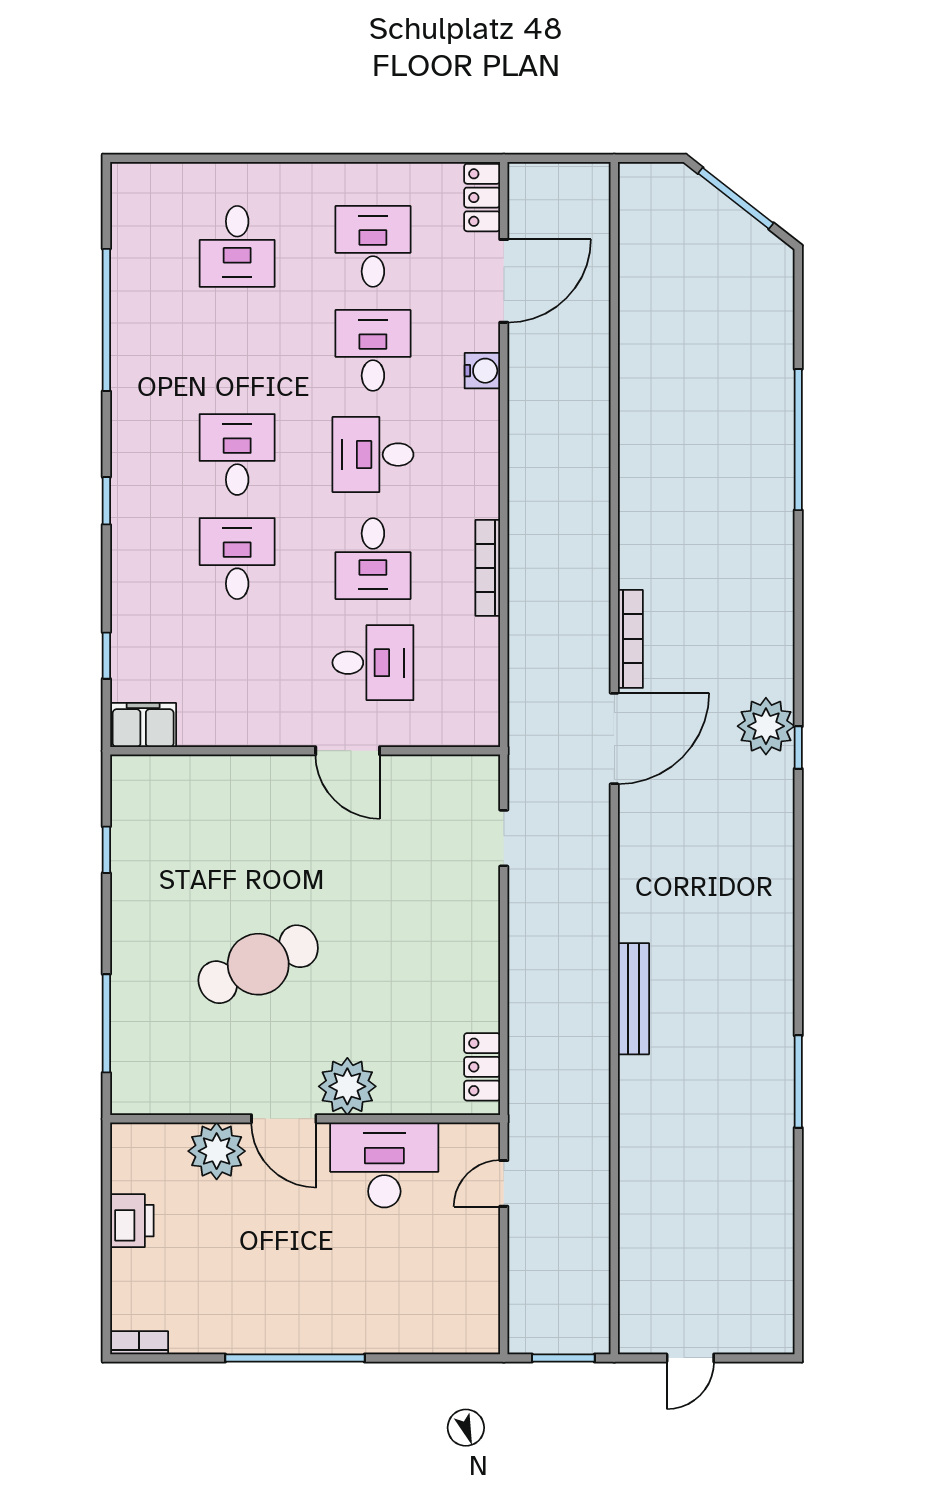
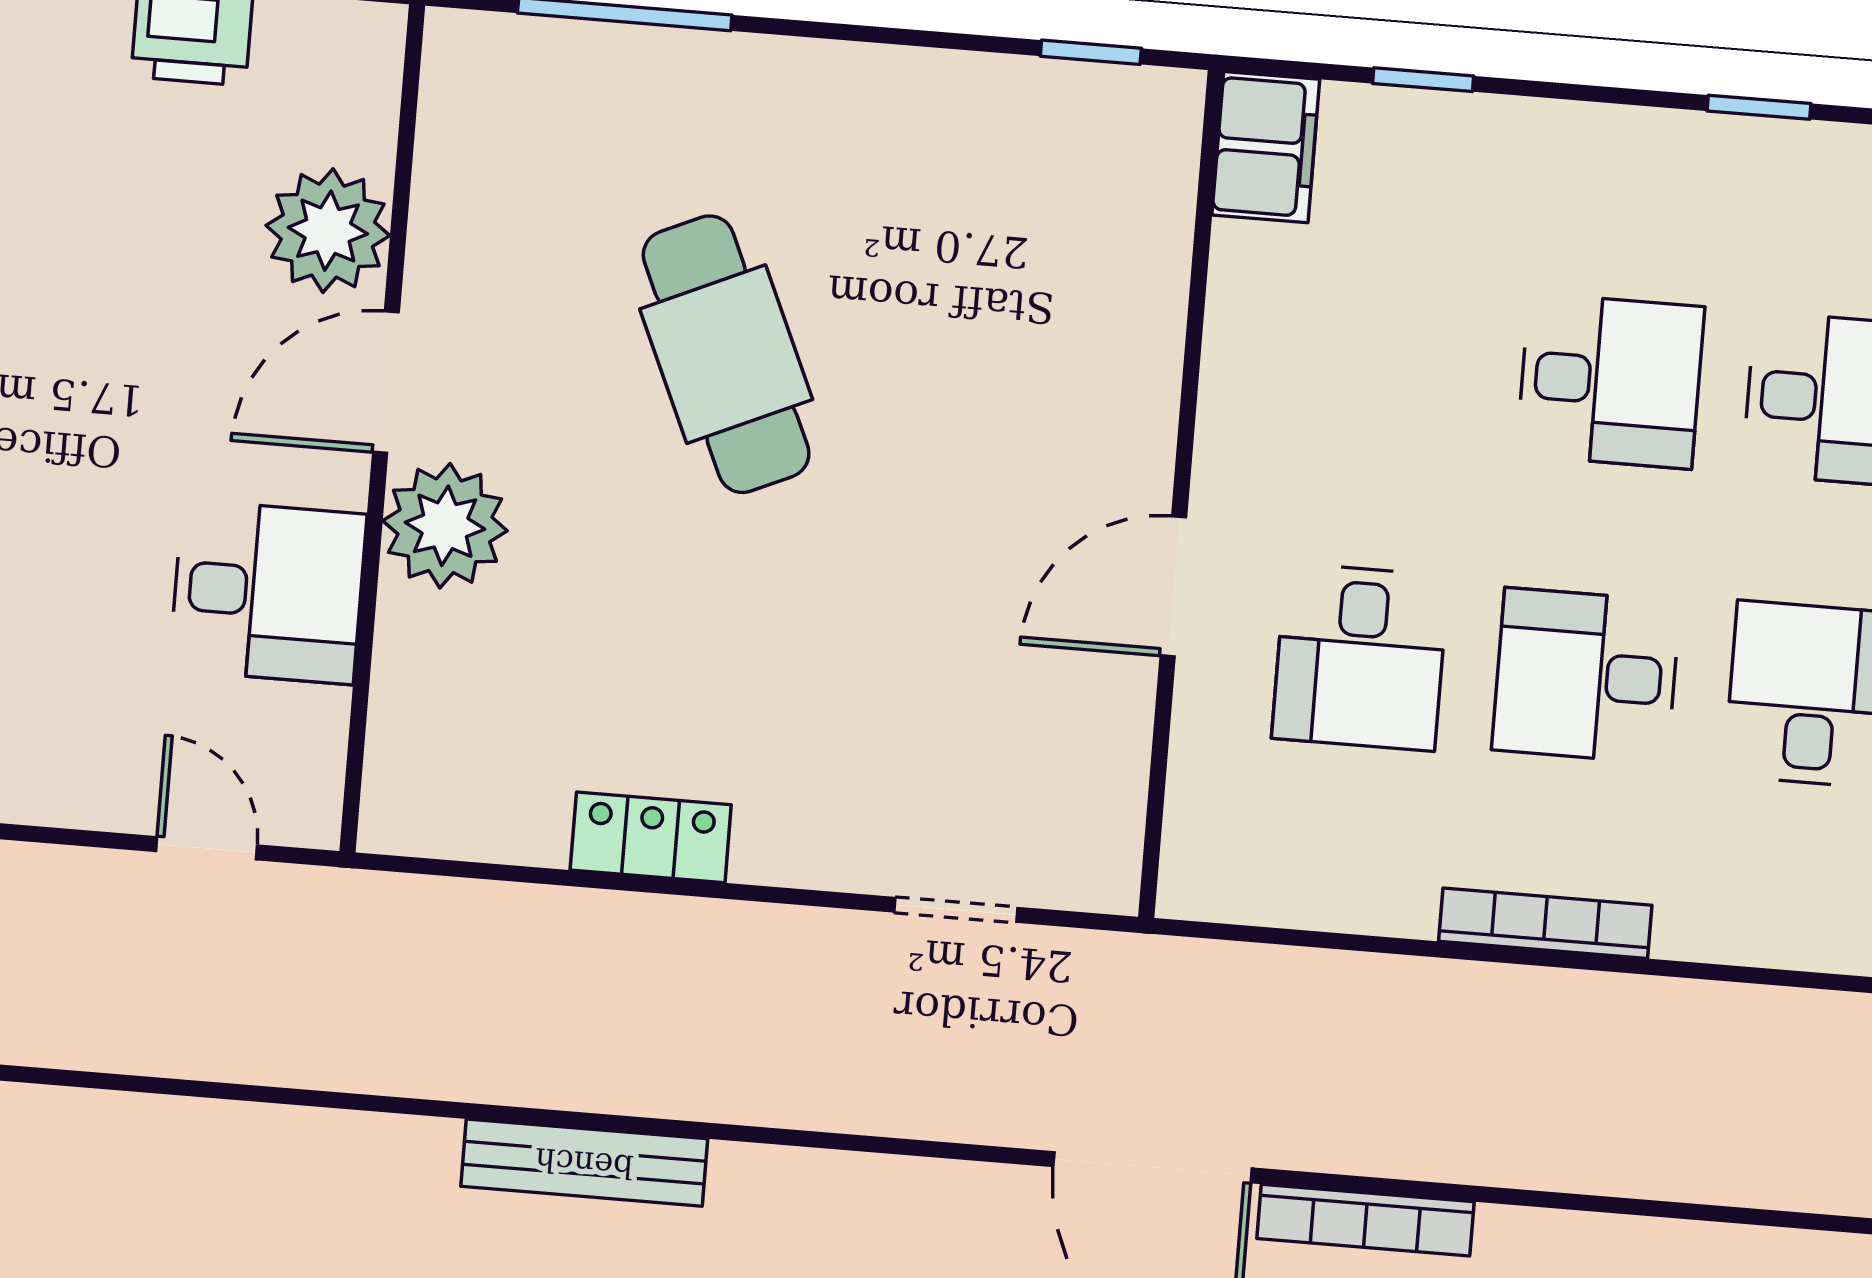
window: (106, 850) -> (1091, 52), moved
locker: (482, 1067) -> (651, 837), moved
desk: (384, 1165) -> (268, 592), width x0.73

